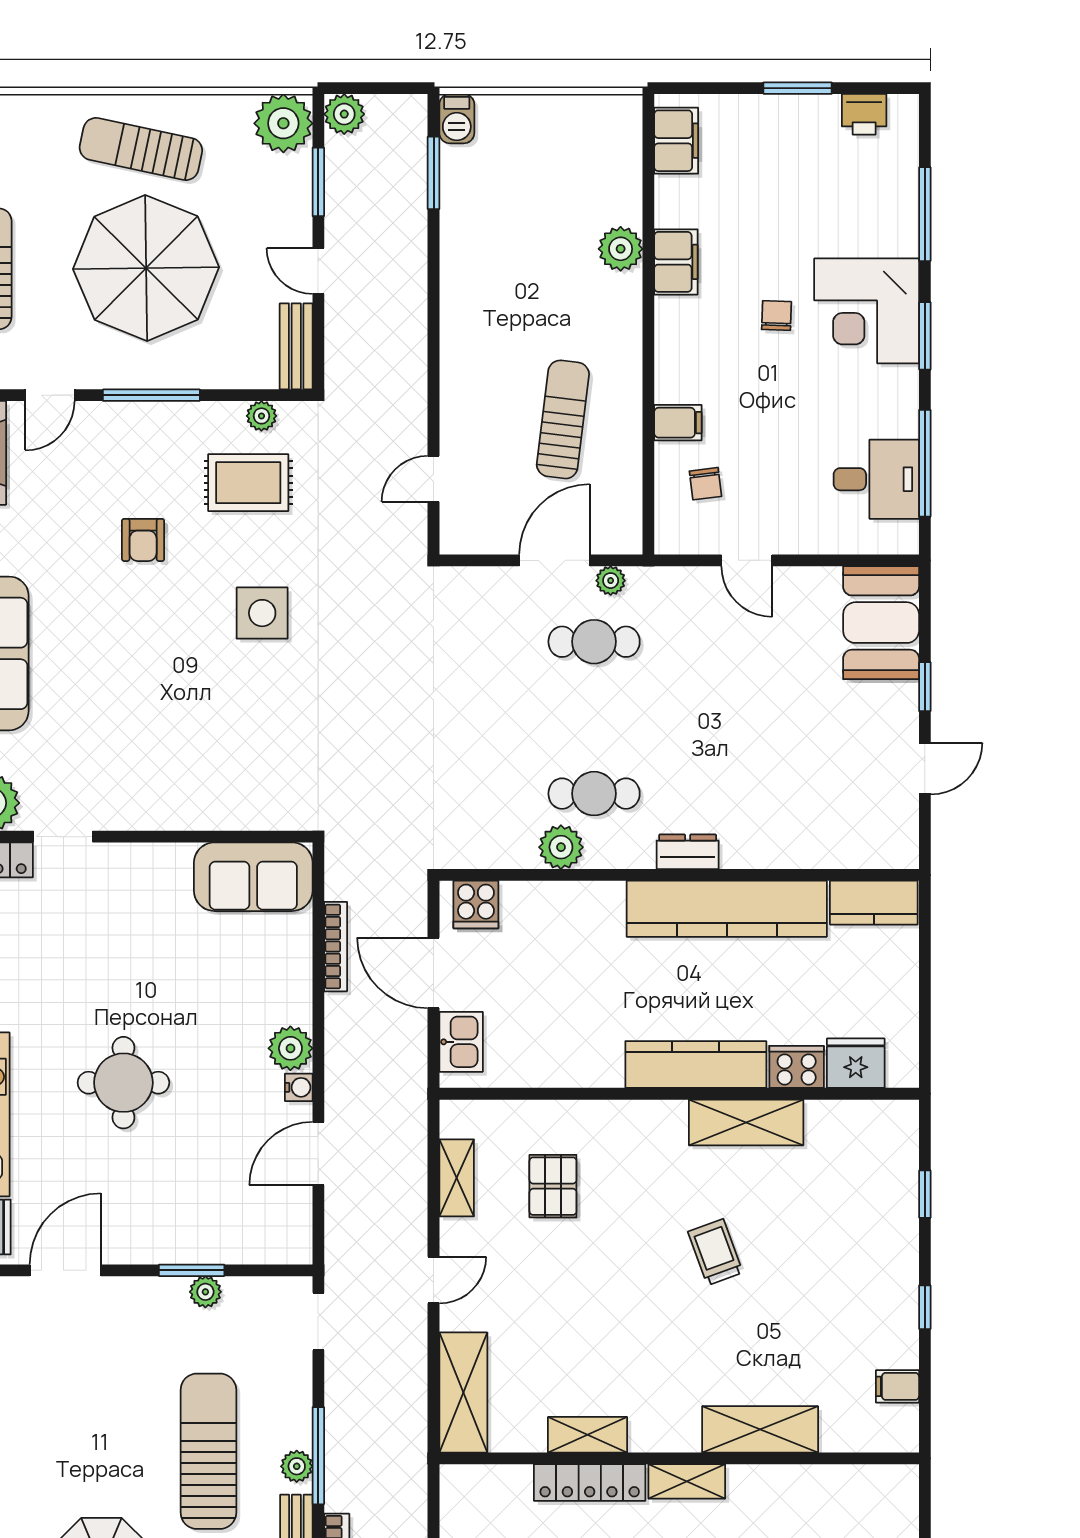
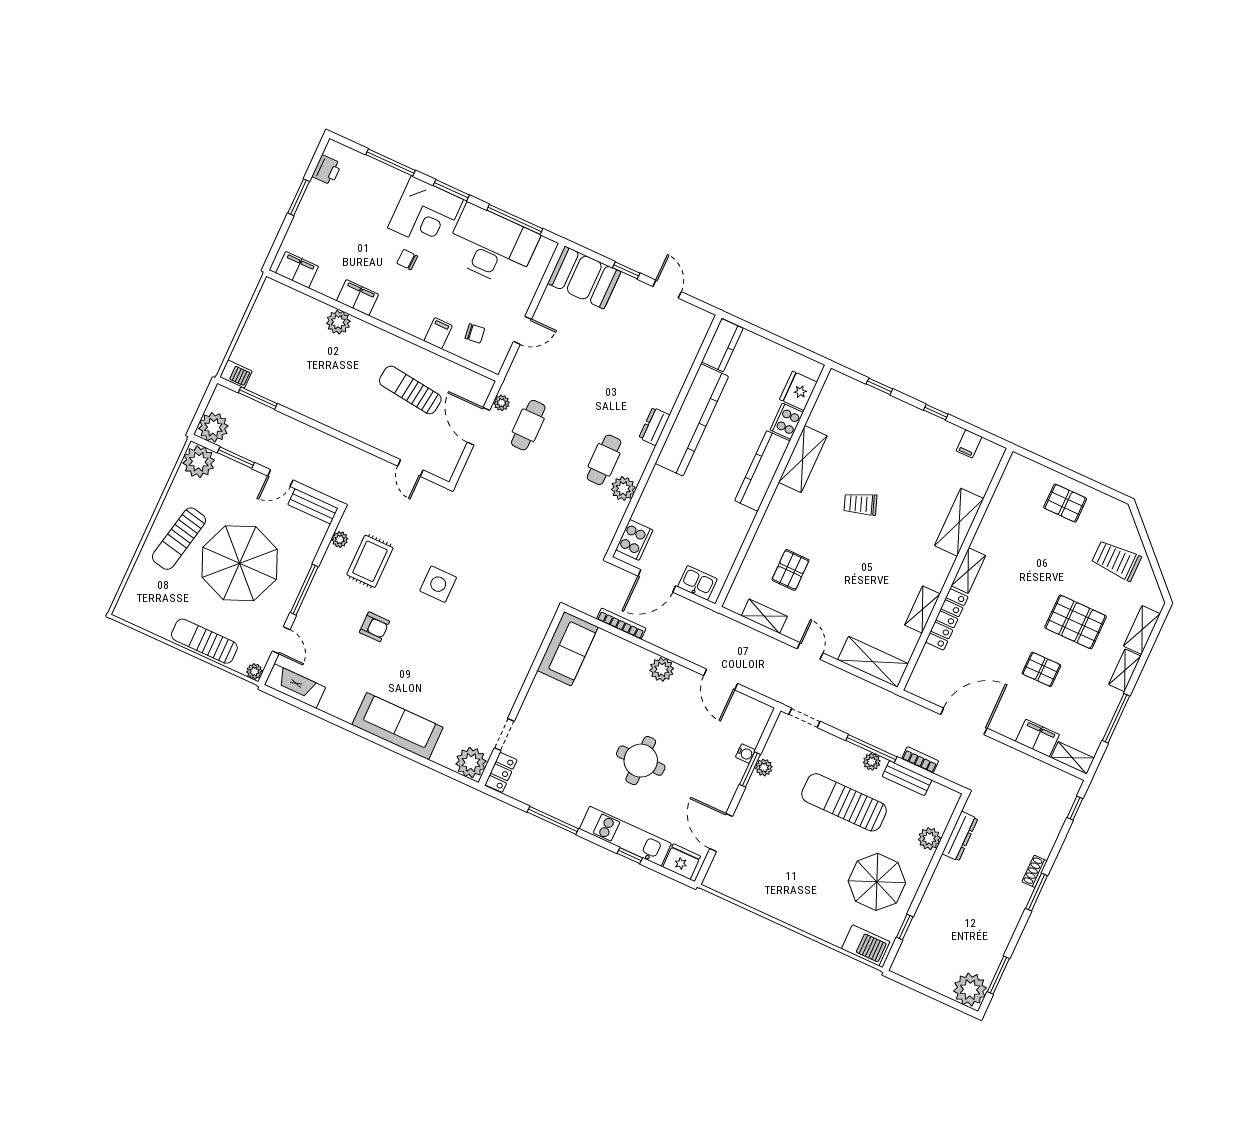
plant: (344, 114) -> (213, 427), width x1.36, depth x1.36
desk: (876, 479) -> (491, 246), width x1.87, depth x1.30
cooker: (476, 905) -> (634, 540), width x1.36
water cooler: (299, 1087) -> (745, 754), moved, turned 90
pallet: (553, 1186) -> (790, 570), turned 90

